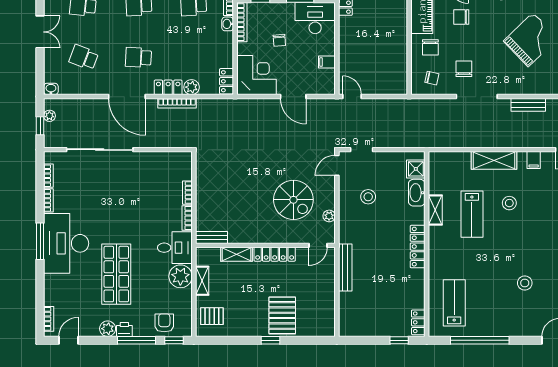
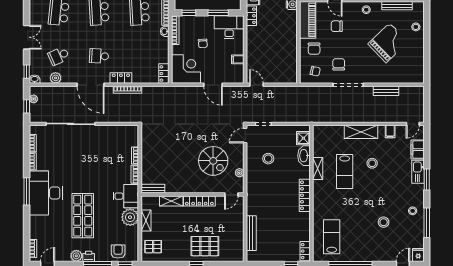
school desk: (84, 57) -> (59, 56), turned -45
window: (40, 79) -> (27, 72), added
plant: (192, 87) -> (56, 78), moved
bench: (345, 267) -> (251, 233), moved
pallet: (282, 315) -> (205, 246), turned 90

